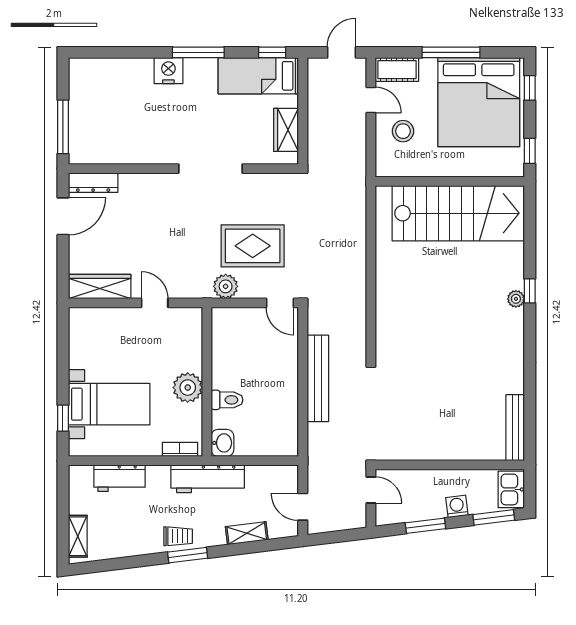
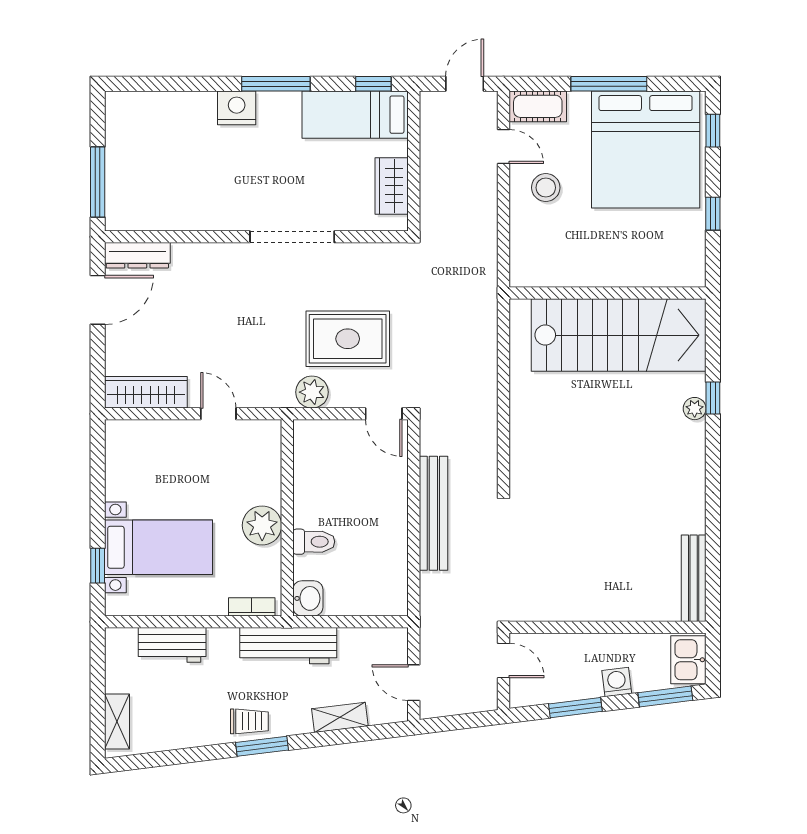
wall: (450, 181) -> (607, 293), moved
stairs: (458, 213) -> (619, 335), moved

